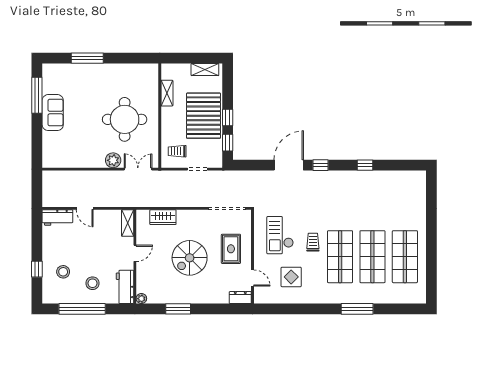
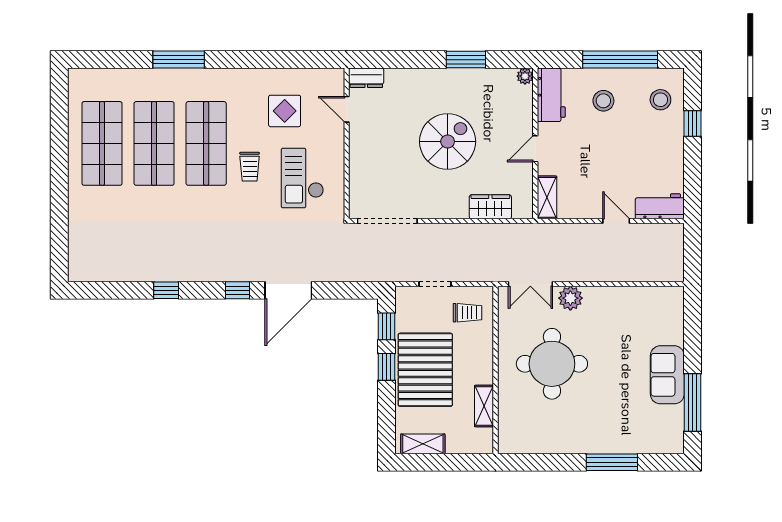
checkout: (280, 235) -> (302, 178), turned 180
rug: (231, 249) -> (381, 156), removed
stool: (63, 272) -> (660, 100), moved

